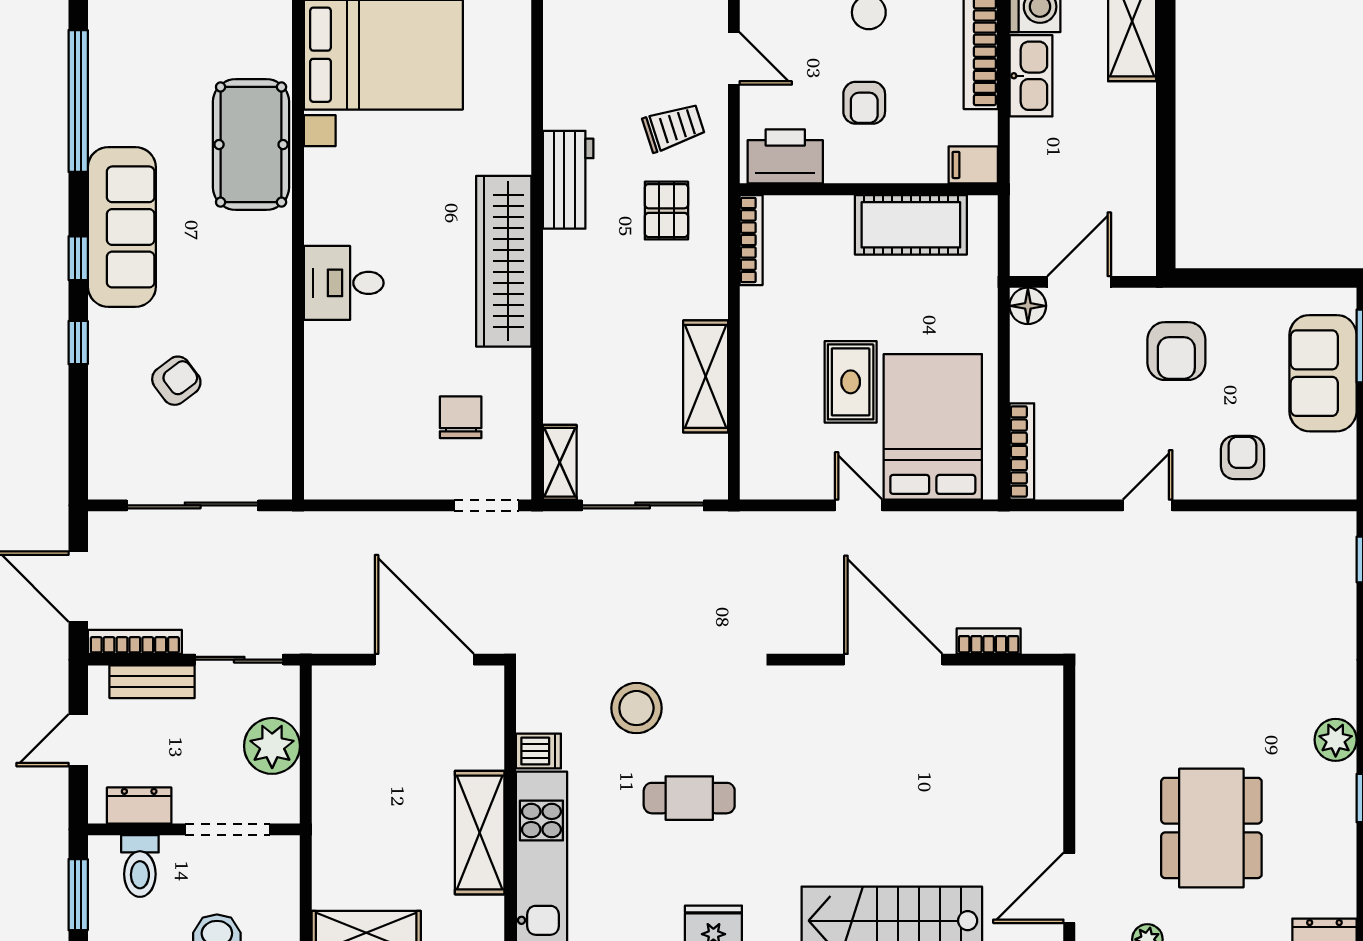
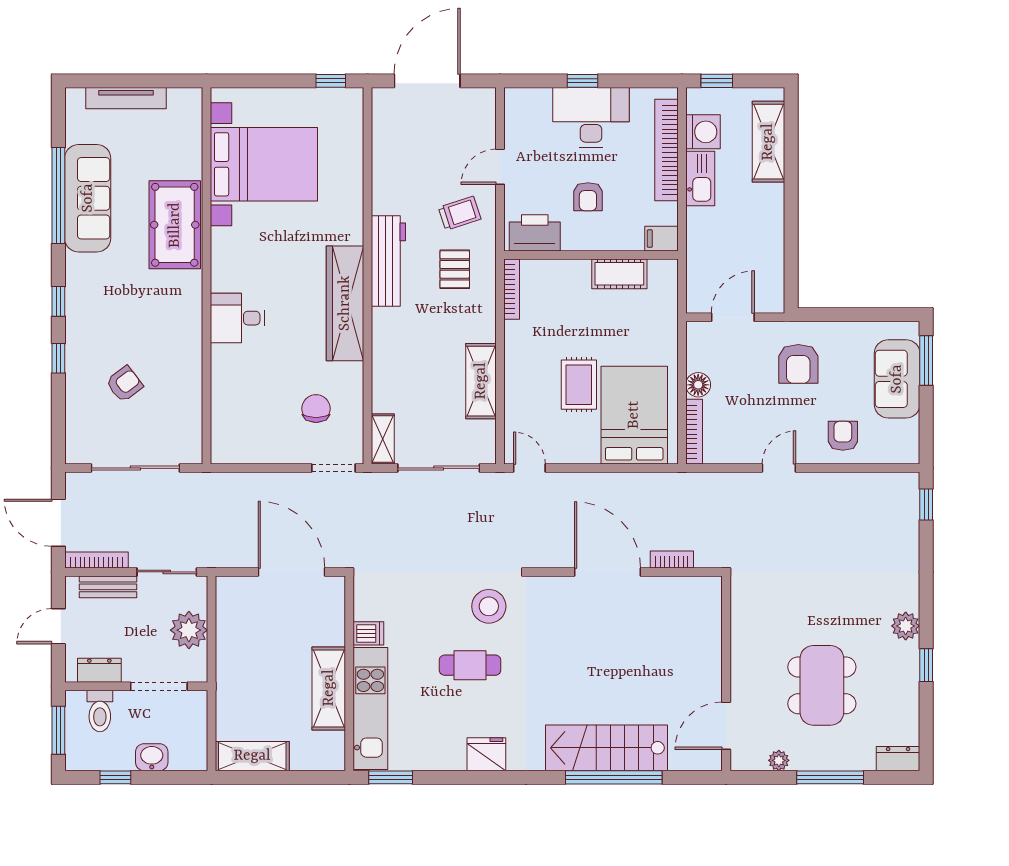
door: (734, 59) -> (500, 167), swing flipped
workbench: (568, 180) -> (388, 261), width x1.38
cot: (911, 225) -> (619, 274), width x0.73, depth x0.75
sofa: (122, 227) -> (88, 198), moved
floor lamp: (1028, 306) -> (698, 385), moved
door: (859, 505) -> (529, 468), moved
stool: (636, 708) -> (489, 606), moved

